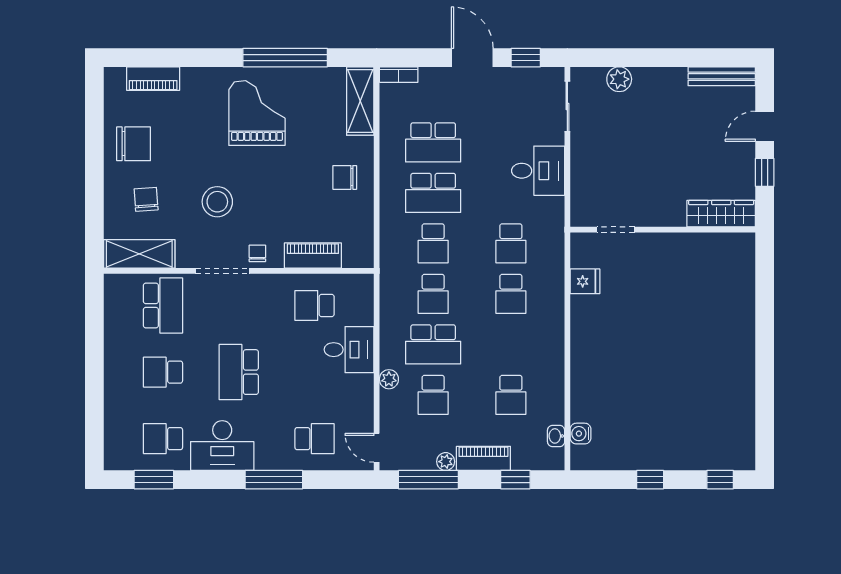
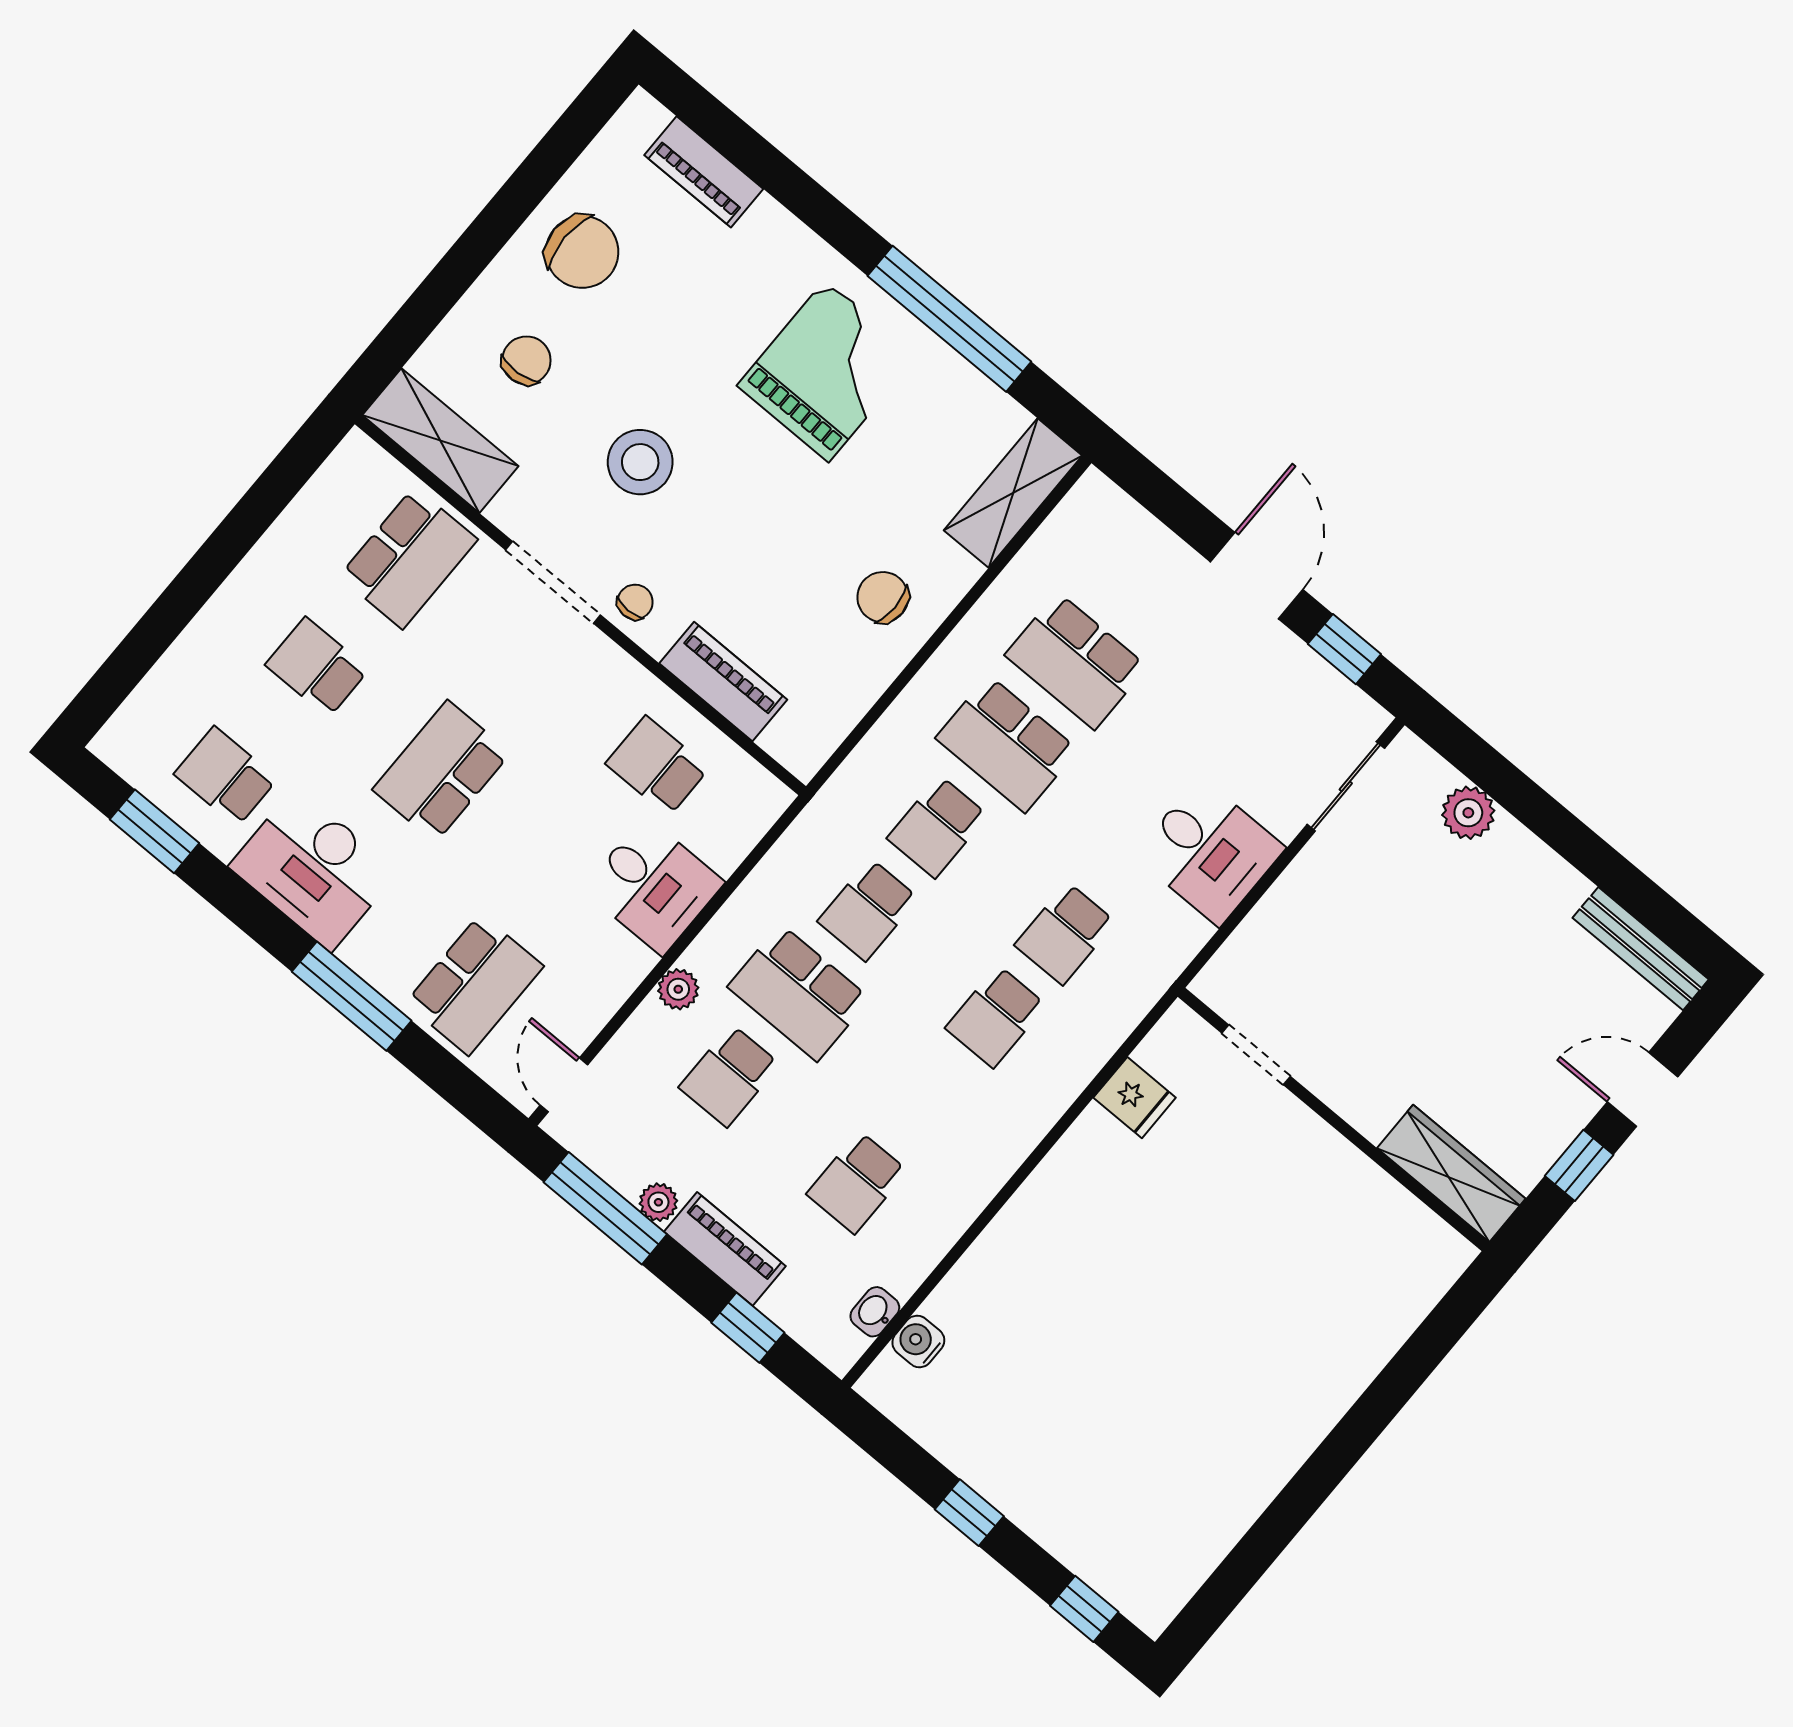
bookcase: (399, 75) -> (1113, 502), removed
school desk: (315, 439) -> (475, 985), width x1.85

